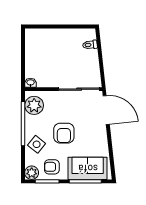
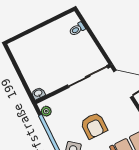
plant: (34, 105) -> (46, 111), width x0.53, depth x0.53

